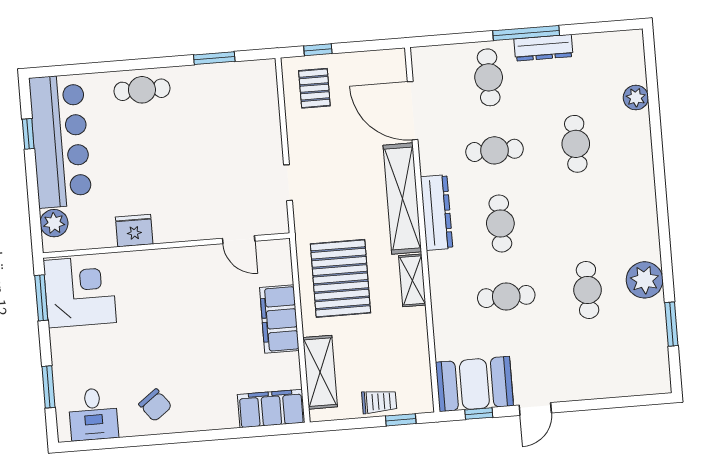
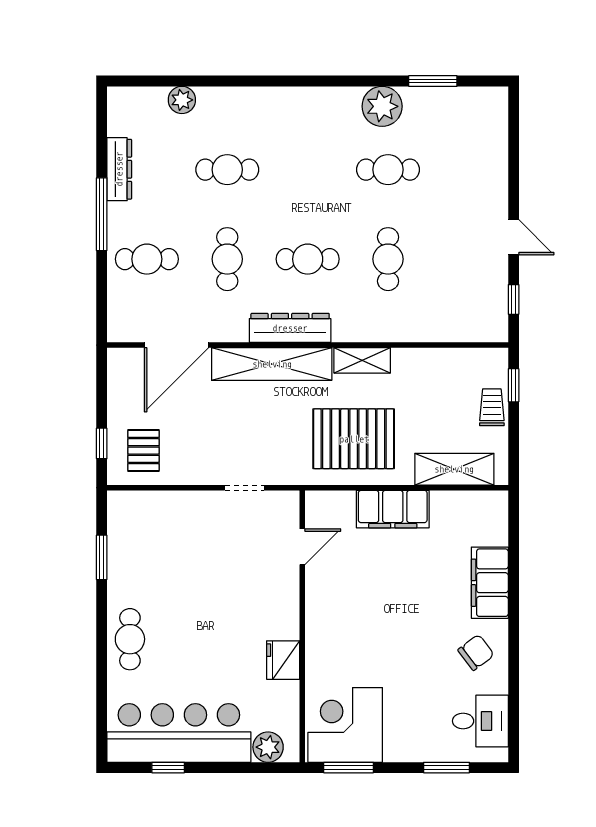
dresser: (543, 48) -> (119, 169), moved
pallet: (314, 88) -> (143, 451), turned 90
booth: (474, 384) -> (481, 302), removed
filing cabinet: (271, 409) -> (490, 583), moved

